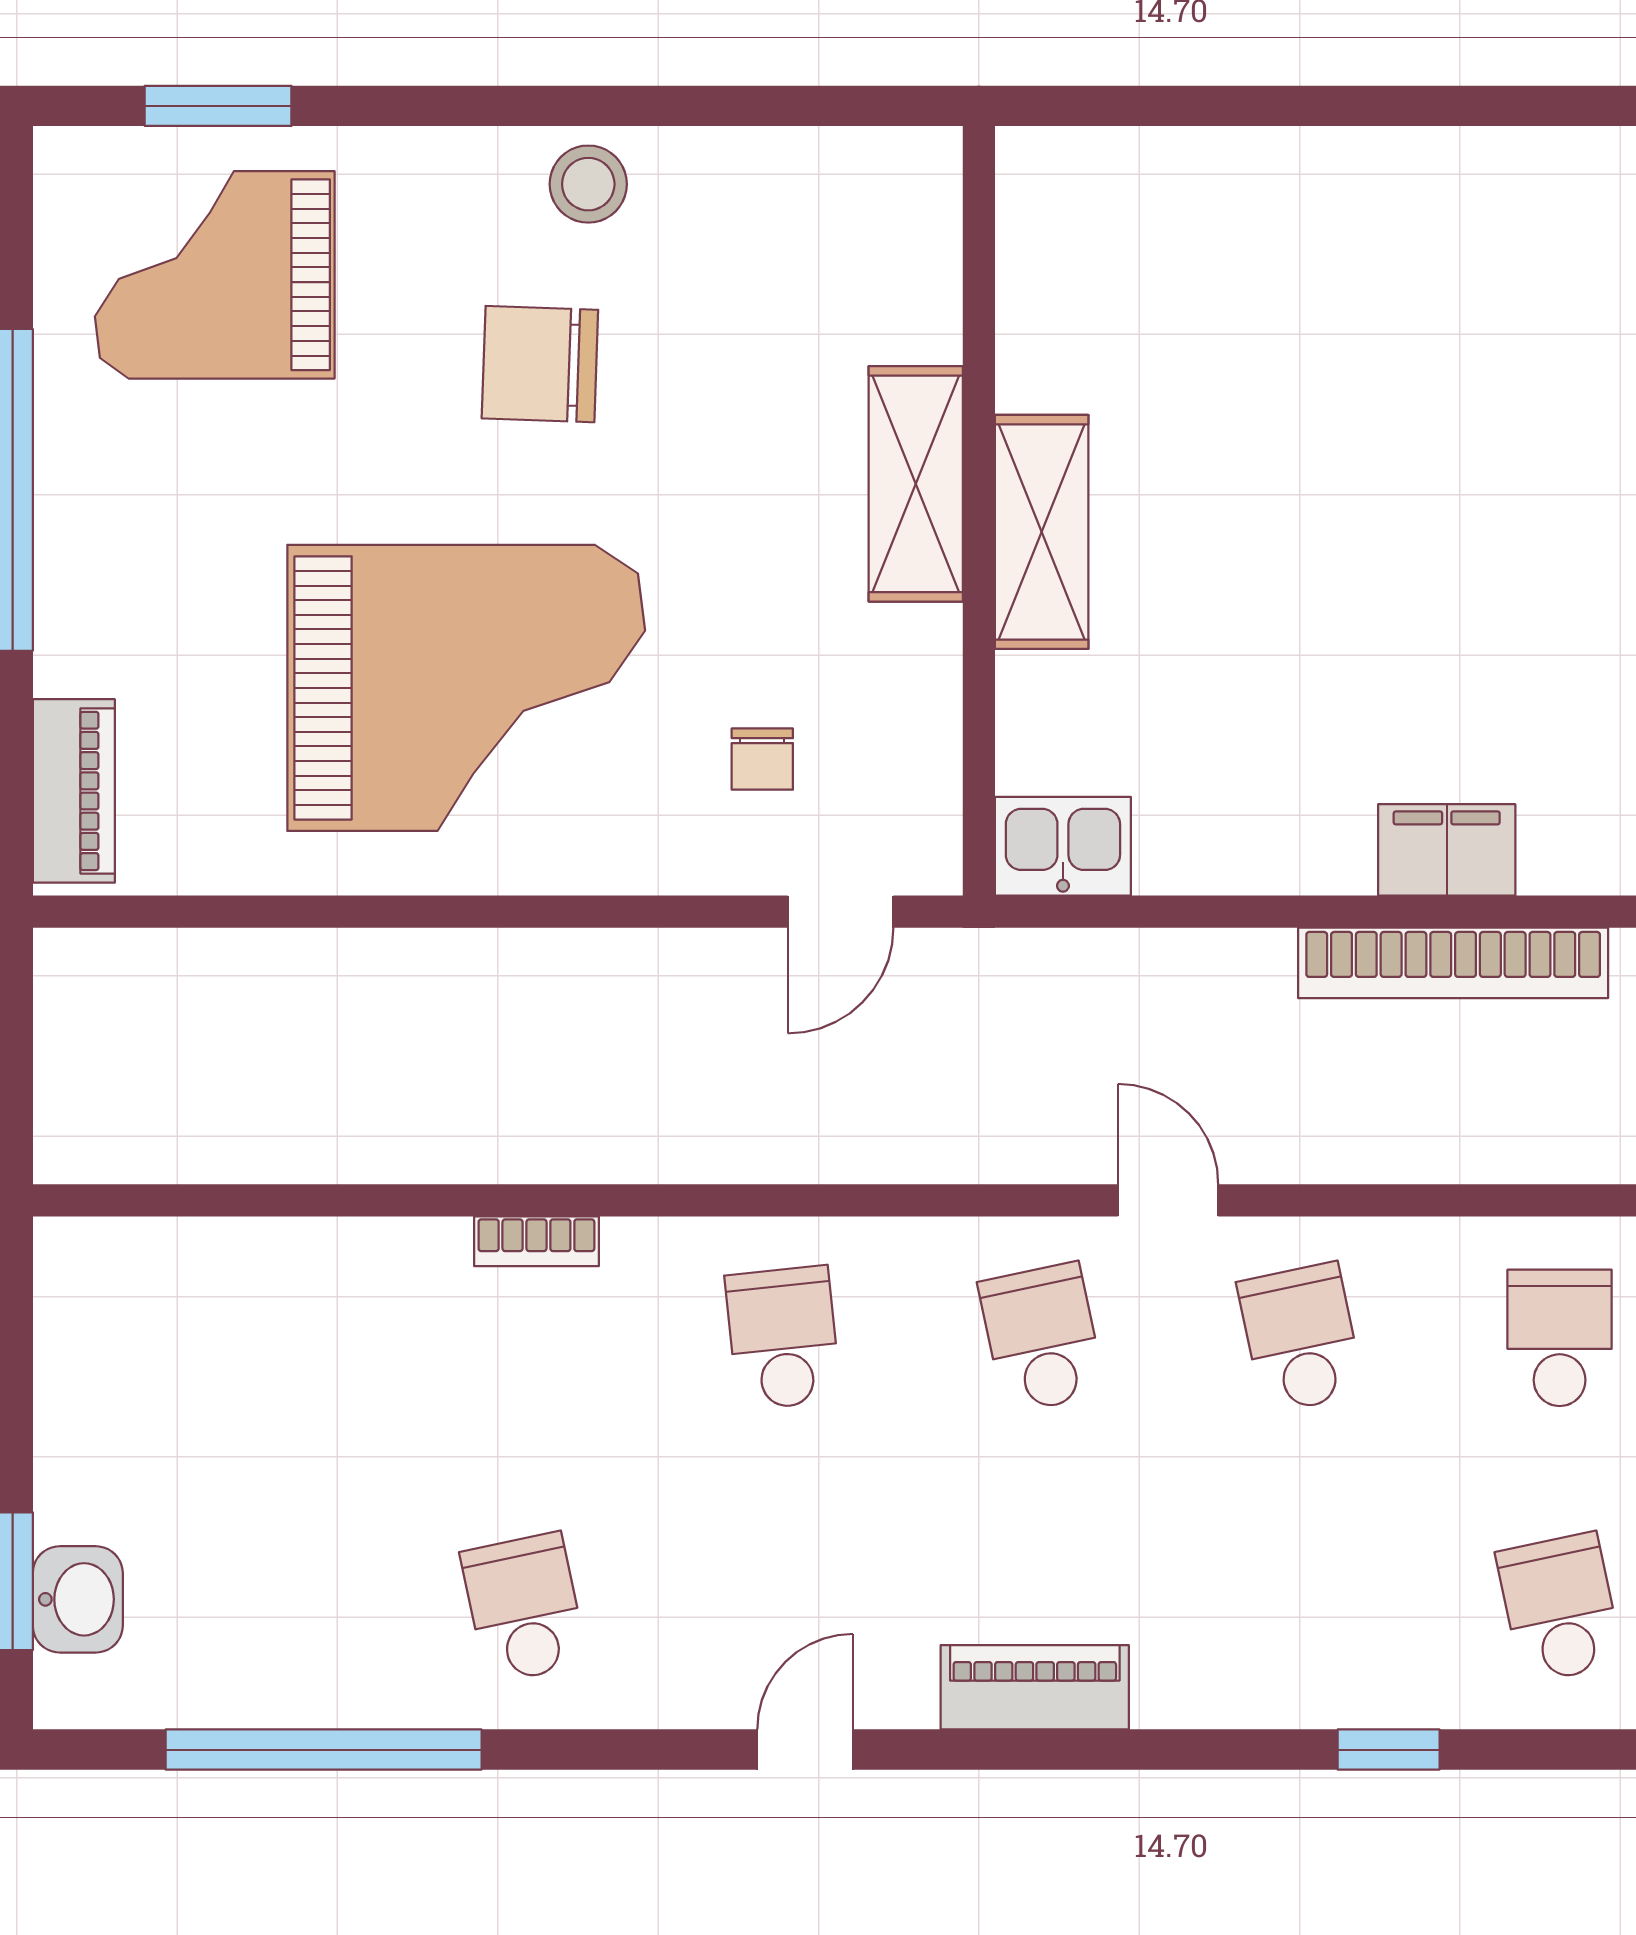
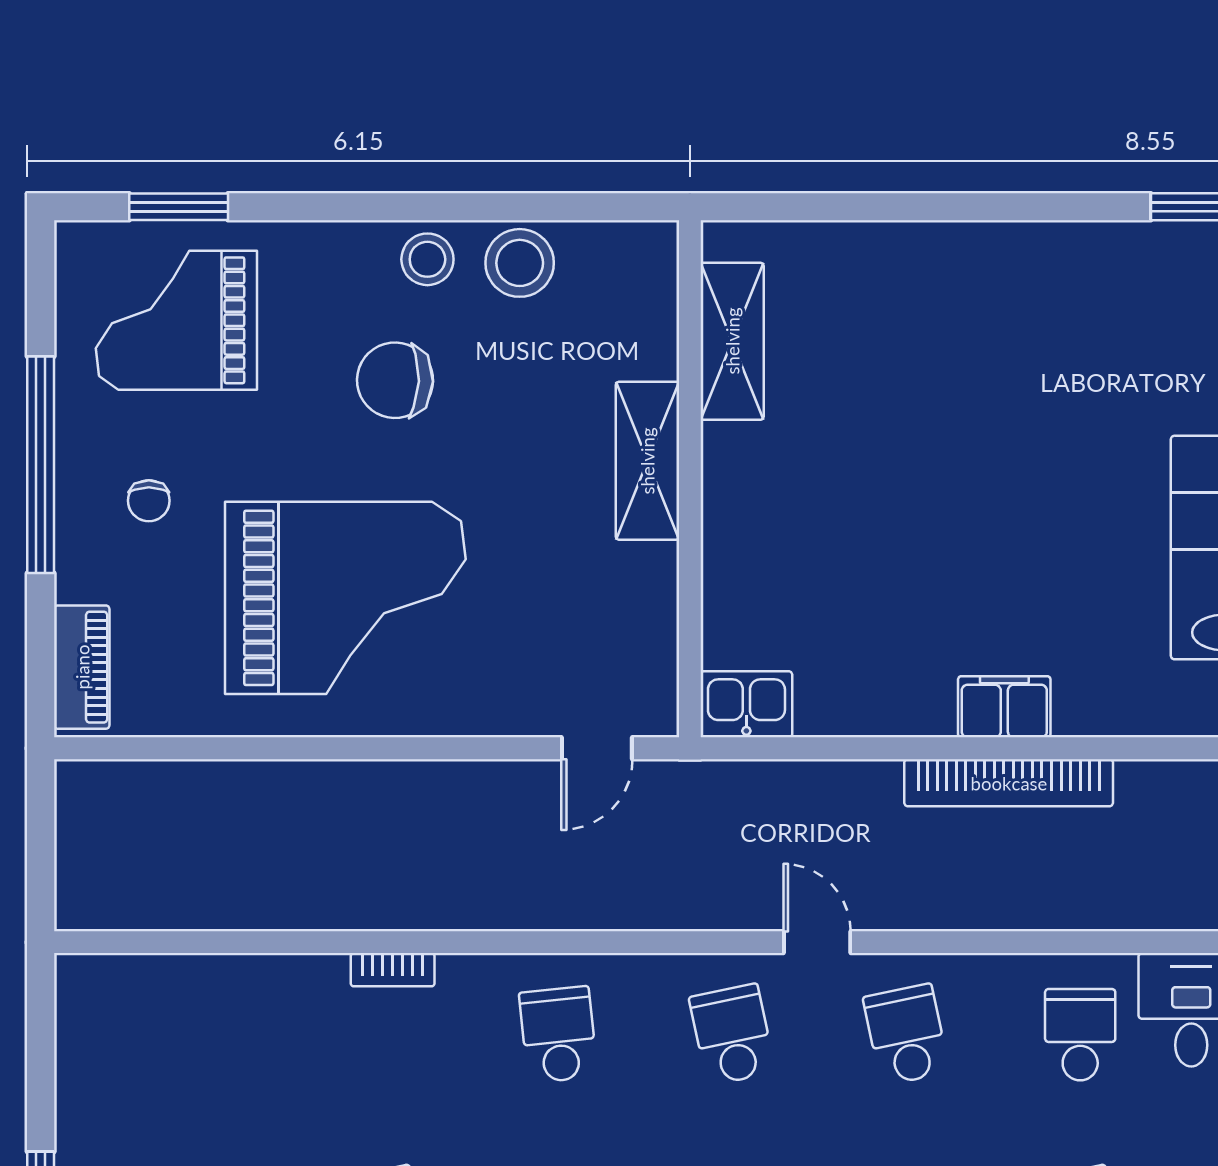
stool: (725, 189) -> (520, 263), added
shelving: (1042, 532) -> (732, 341), moved
chair: (762, 759) -> (149, 501), moved

